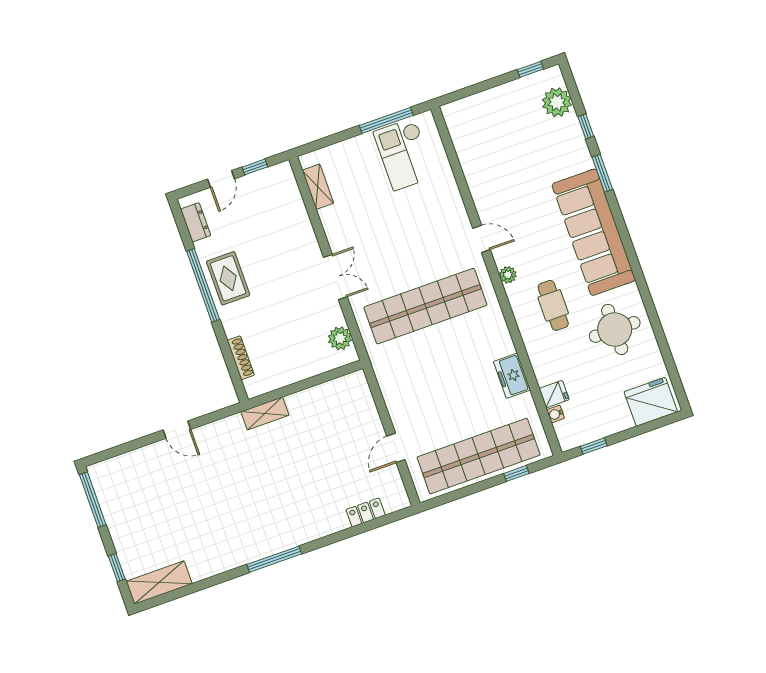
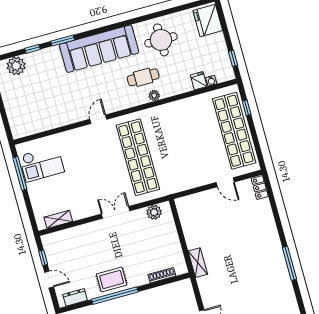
plant: (508, 275) -> (154, 95), moved
freezer: (512, 376) -> (185, 106), removed
locker: (366, 512) -> (260, 188), moved

